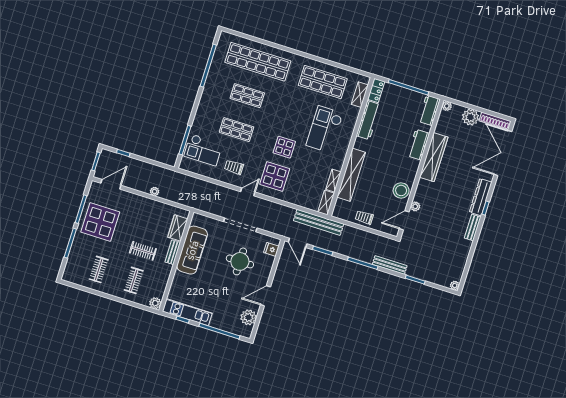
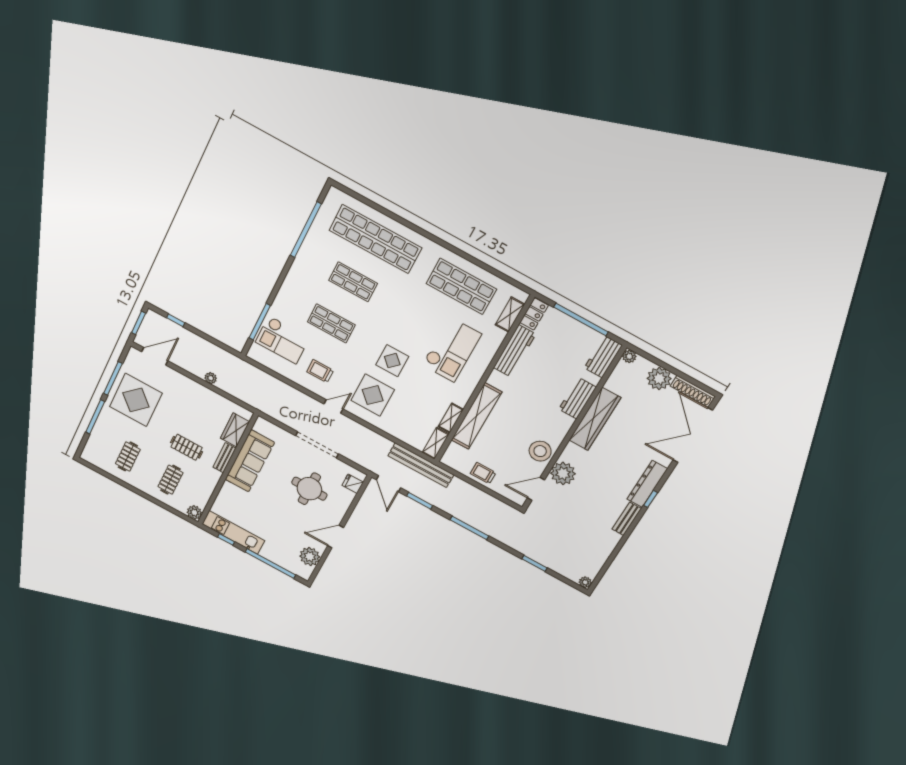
checkout: (325, 129) -> (452, 350), turned 180
plant: (415, 206) -> (563, 473), width x1.87, depth x1.87
bench: (390, 265) -> (505, 538), removed

